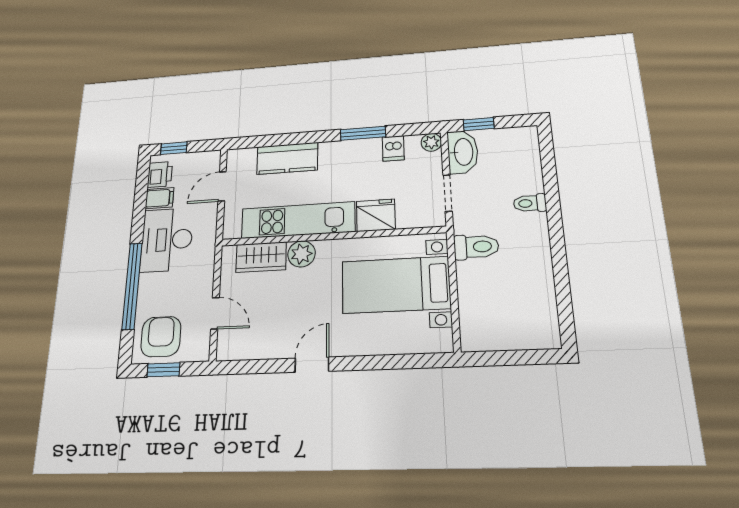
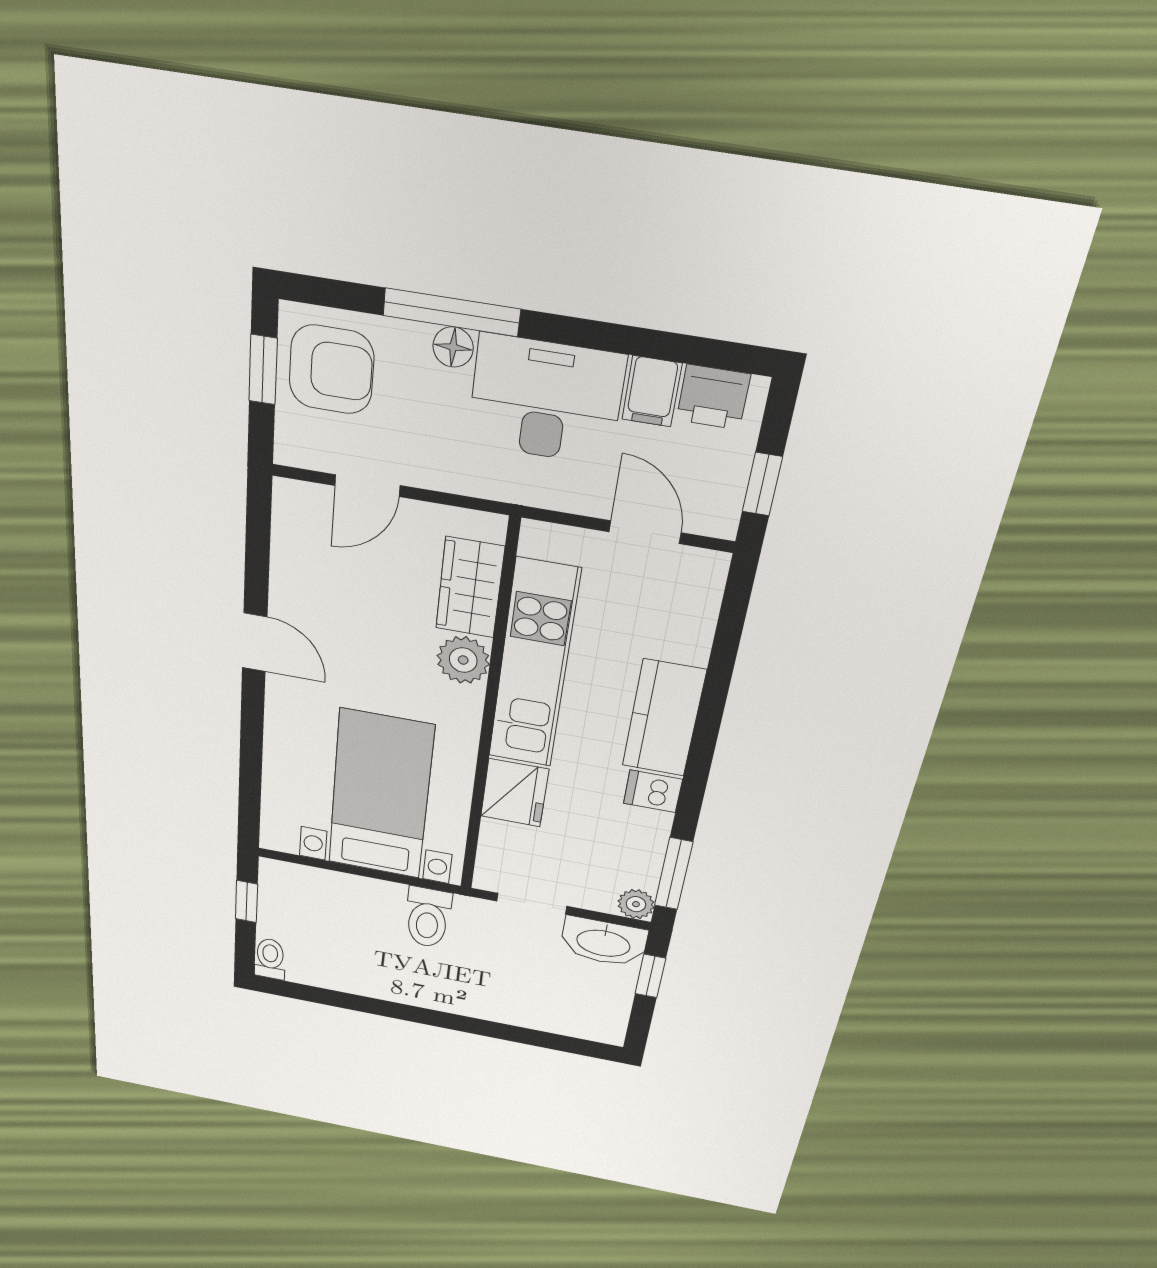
window: (363, 133) -> (674, 874), moved
window: (174, 148) -> (762, 484), moved
dishwasher: (393, 148) -> (653, 791), moved
kitchen counter: (287, 158) -> (664, 718), moved
toilet: (530, 203) -> (270, 959), moved
floor lamp: (147, 283) -> (453, 347), added
window: (132, 286) -> (452, 312), width x0.68
window: (500, 358) -> (246, 902), added

